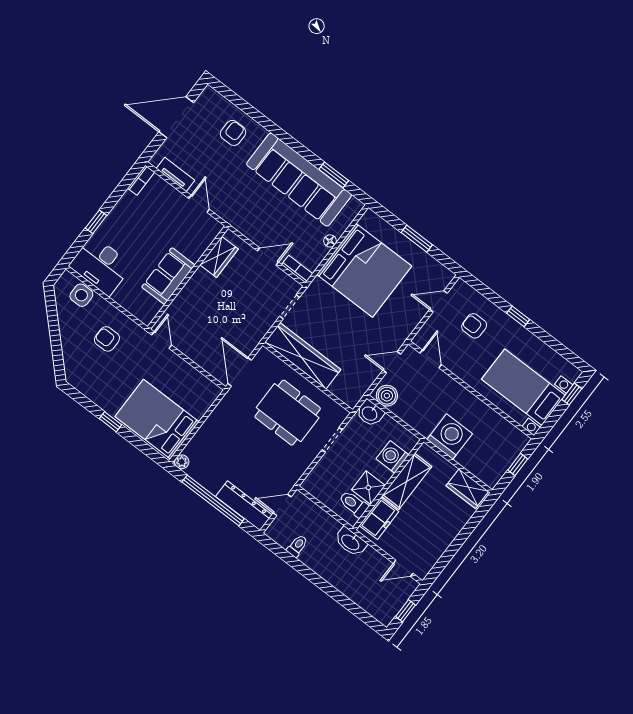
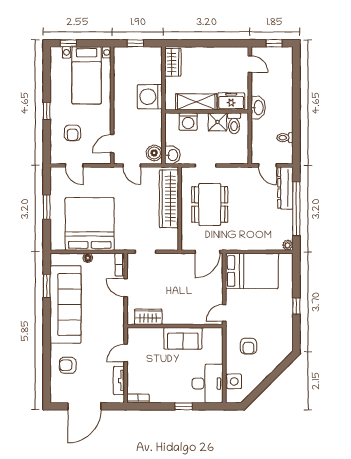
door: (176, 117) -> (84, 406), hinge flipped
wardrobe: (303, 356) -> (169, 199), moved
bed: (157, 419) -> (252, 271), moved, turned -90

